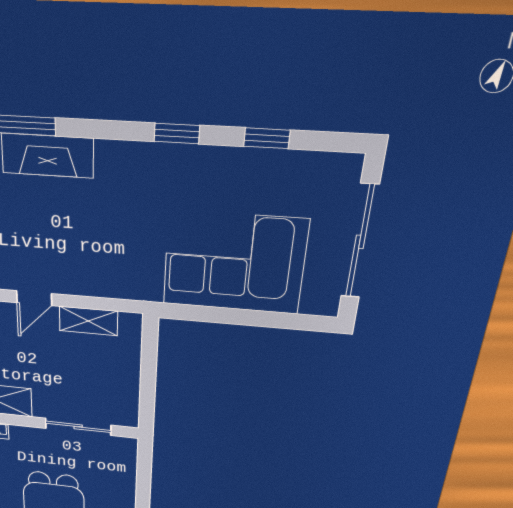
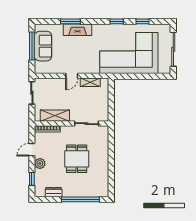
corner sofa: (234, 263) -> (129, 53), width x1.36, depth x1.36

